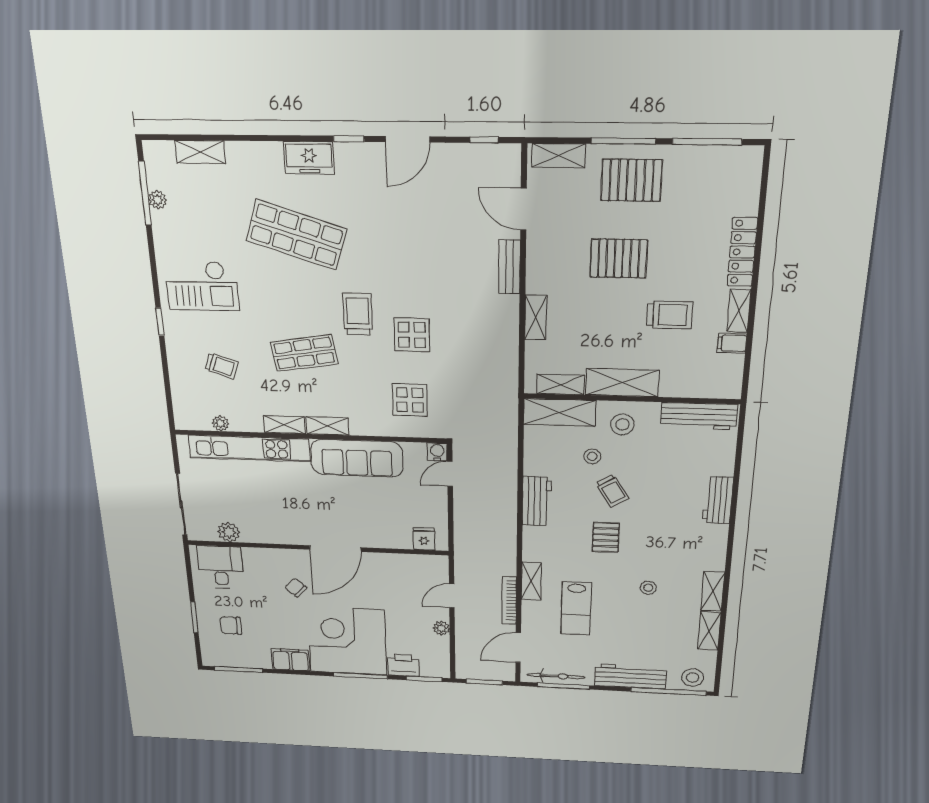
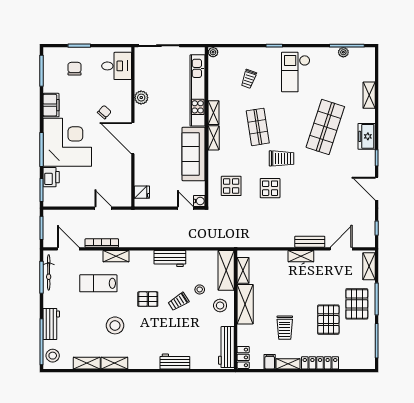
shelving: (200, 152) -> (369, 95), moved
pallet: (619, 258) -> (328, 320), moved
shelving: (536, 318) -> (301, 256), moved
locker: (720, 389) -> (243, 357), added
plant: (220, 423) -> (213, 52), moved
plant: (229, 532) -> (141, 98), moved
stool: (648, 588) -> (115, 325), width x1.89, depth x1.89
plant: (441, 628) -> (80, 202), removed
workbench: (631, 676) -> (51, 324), width x0.73

